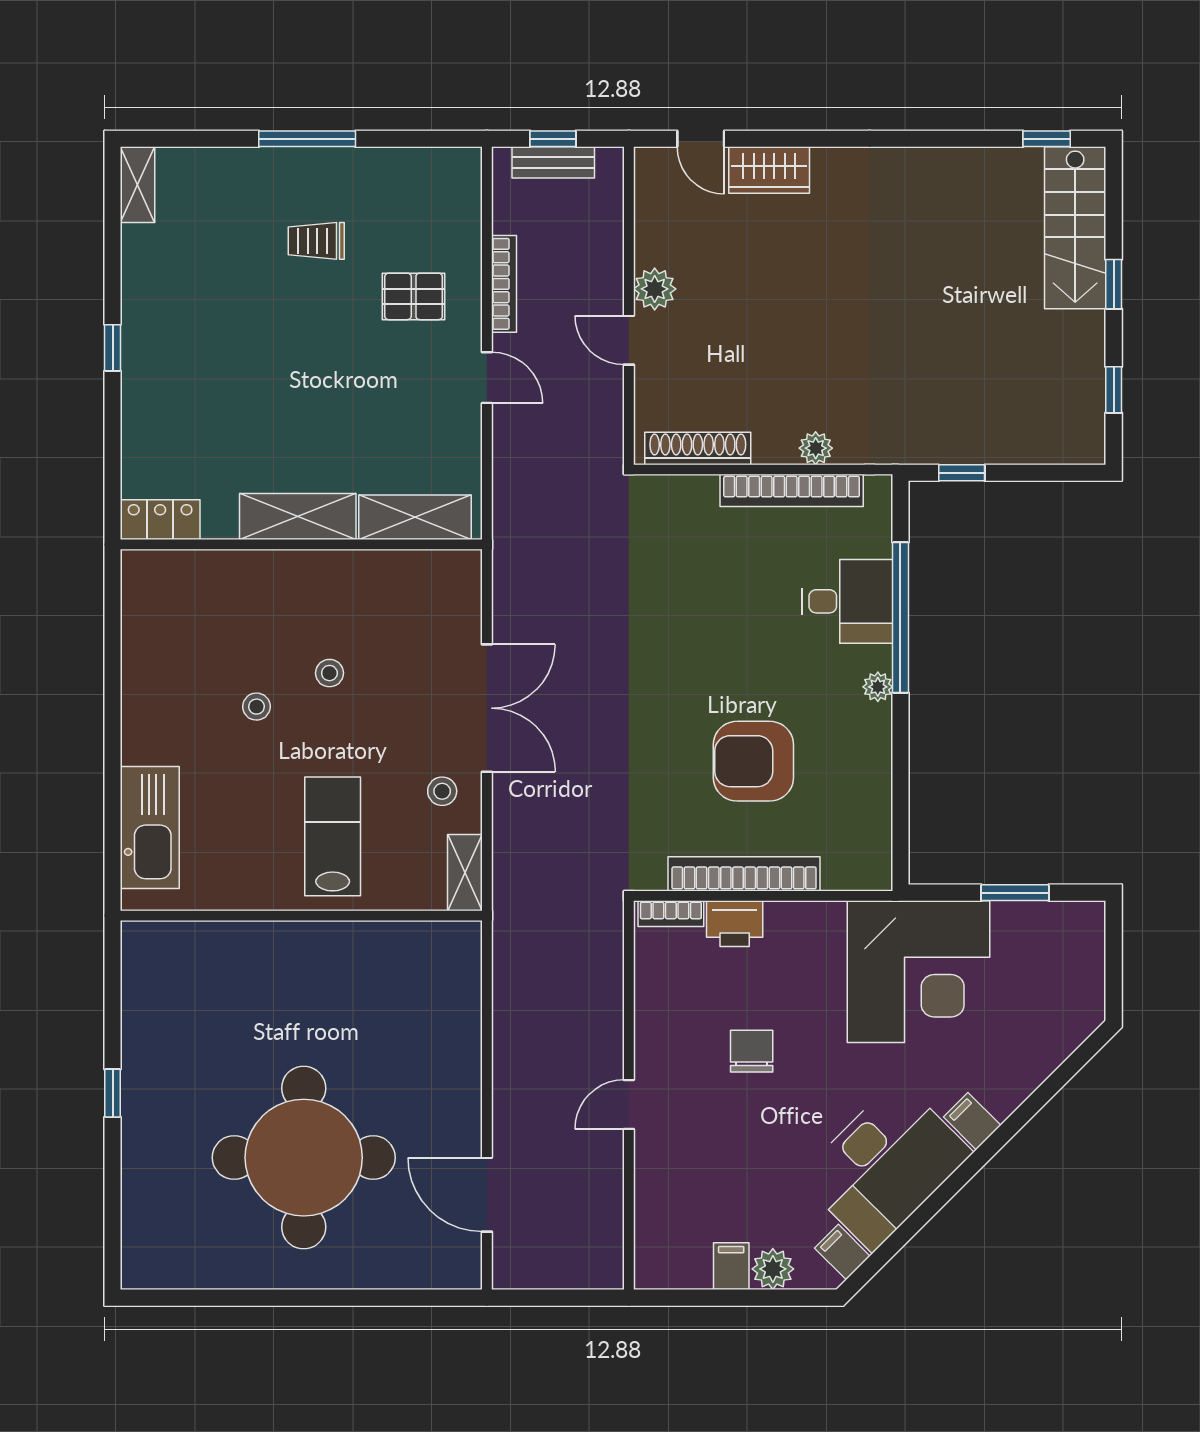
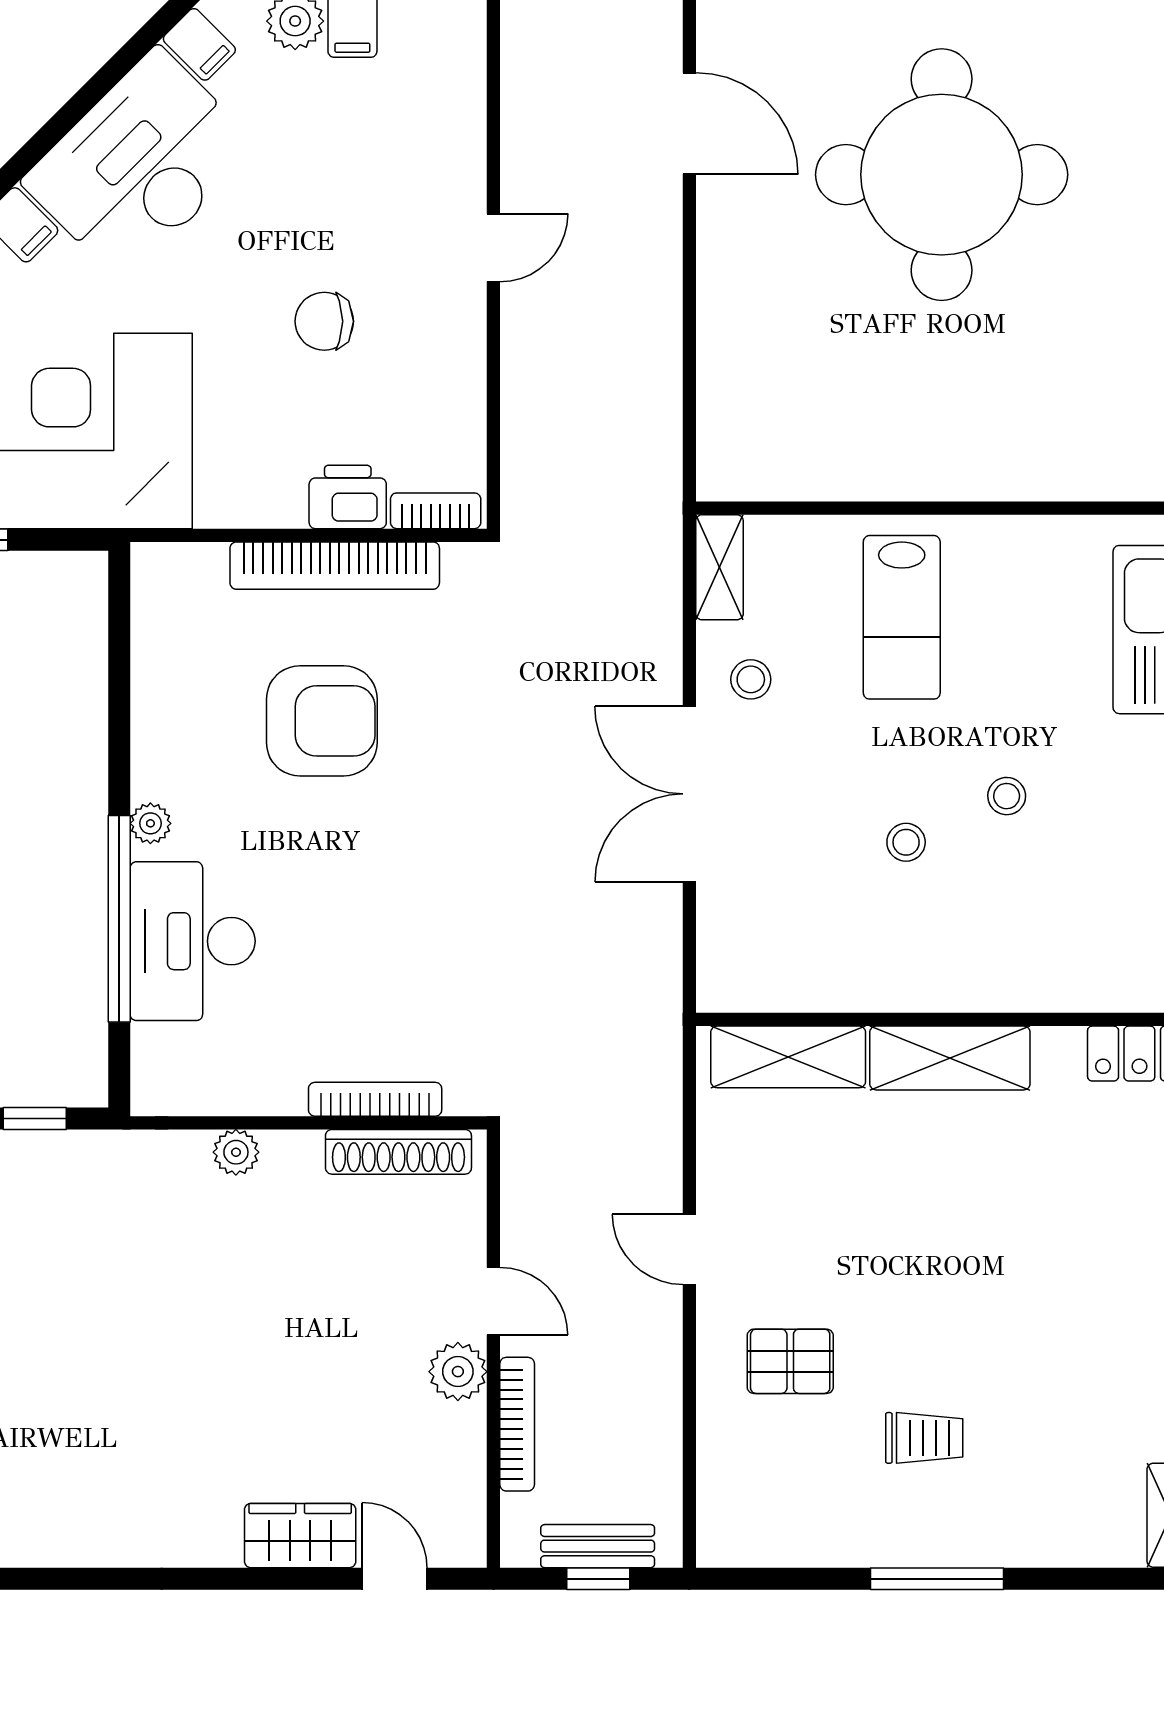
bookcase: (504, 284) -> (517, 1424), moved, turned 180
bookcase: (792, 490) -> (375, 1099), moved, width x0.68, depth x0.76
desk: (847, 601) -> (193, 941), width x1.37
chair: (752, 1051) -> (324, 321), turned 90

